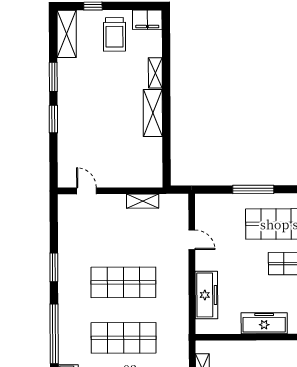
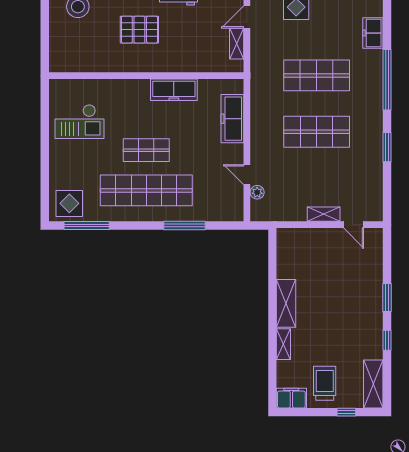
window: (53, 77) -> (387, 340), width x0.67
shelving: (143, 201) -> (324, 214), moved
plant: (182, 222) -> (257, 192), added

